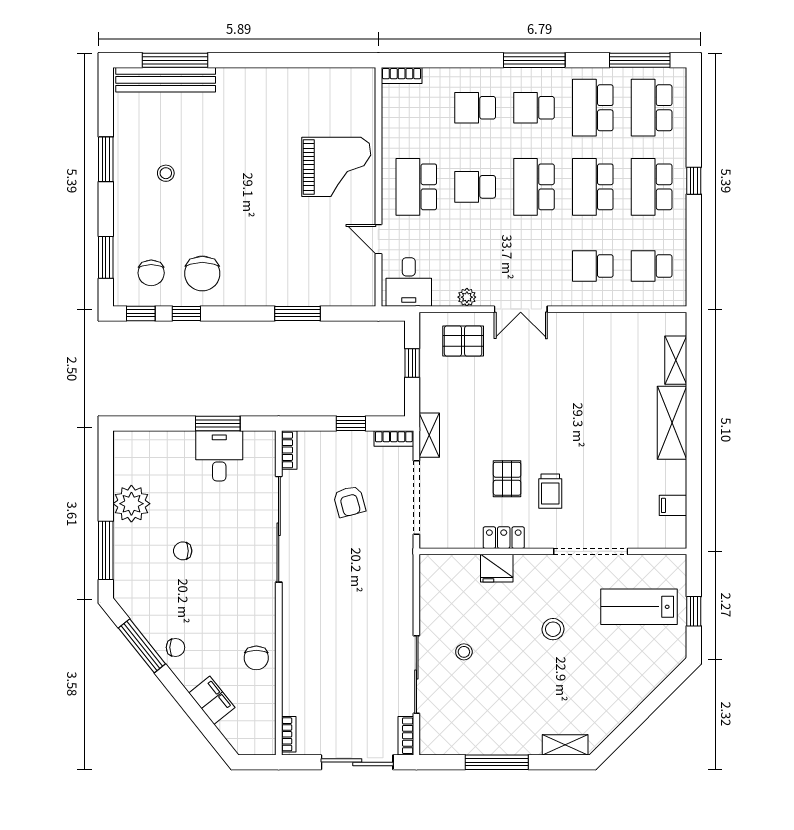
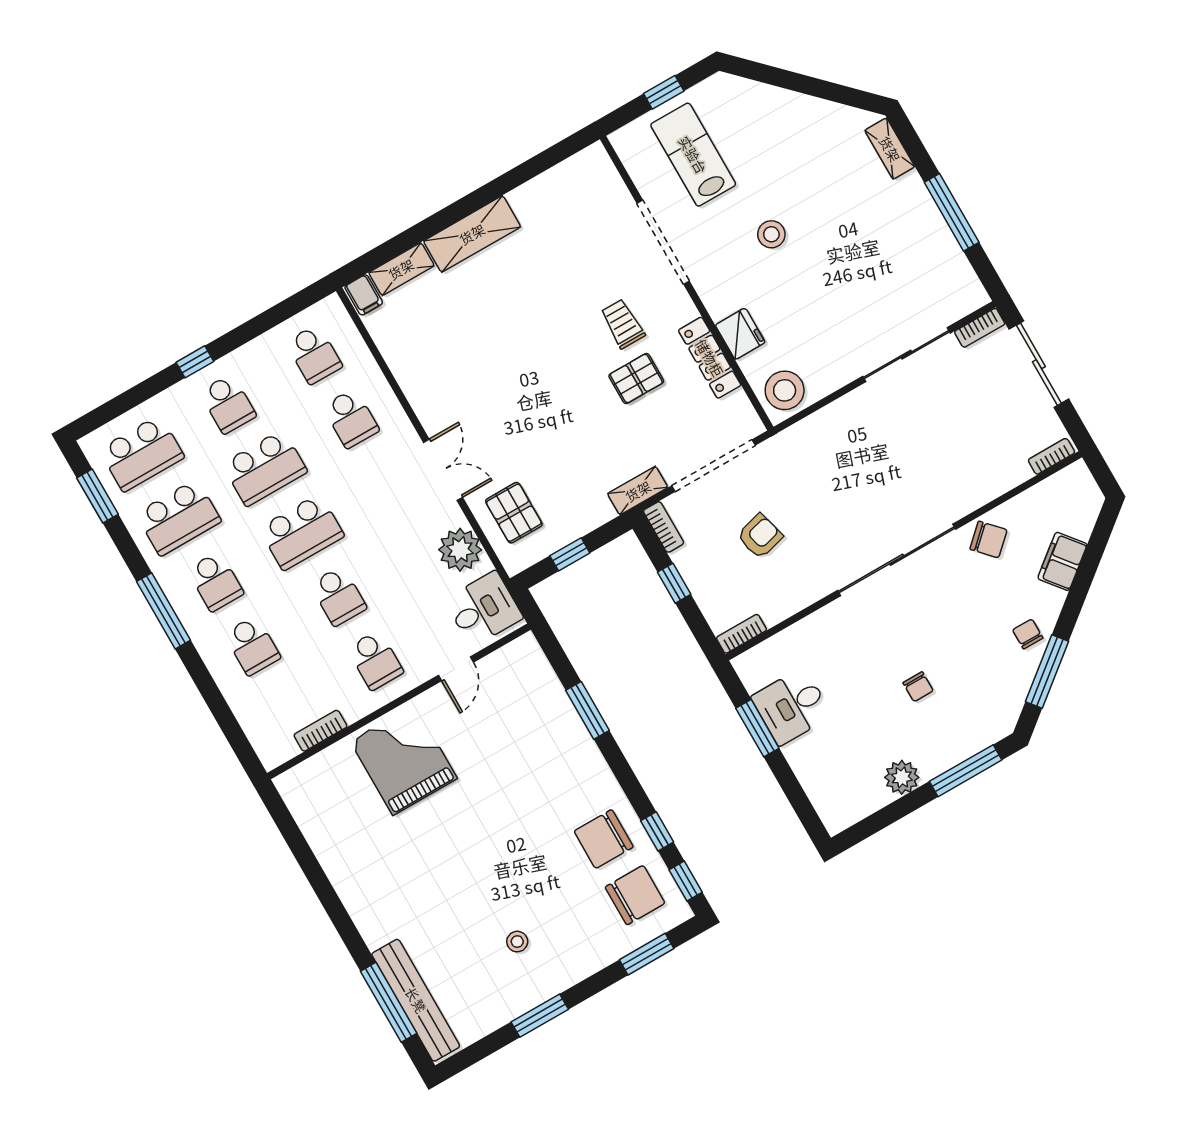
window: (640, 60) -> (97, 496), width x0.69
bookcase: (402, 76) -> (320, 731), moved, turned -90
school desk: (416, 187) -> (375, 660), width x0.54
school desk: (652, 187) -> (228, 404), width x0.54
chair: (151, 273) -> (635, 895), width x1.37, depth x1.37
chair: (202, 273) -> (604, 839), turned 180
plant: (467, 297) -> (460, 550), width x1.88, depth x1.88
trolley: (550, 491) -> (623, 324), turned -90
plant: (131, 504) -> (902, 777), width x0.73, depth x0.73
filing cabinet: (673, 505) -> (364, 295), moved
sliding door: (279, 529) -> (897, 560), moved
locker: (504, 538) -> (710, 358), width x1.53
lab bench: (639, 607) -> (693, 155), turned 180
stool: (464, 652) -> (785, 390), moved, width x1.89, depth x1.89
chair: (256, 658) -> (989, 539), turned 47

